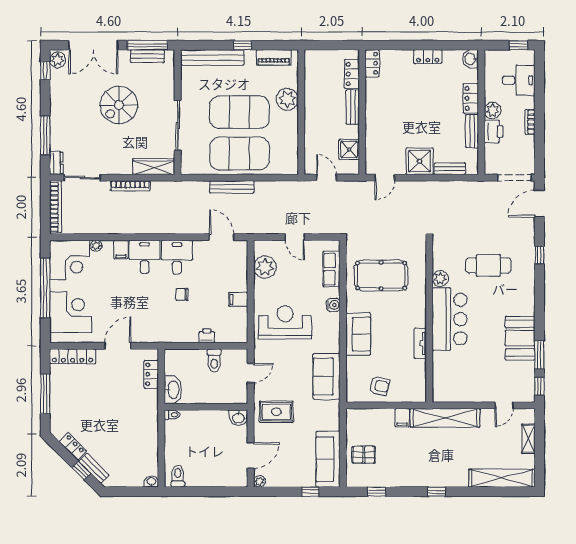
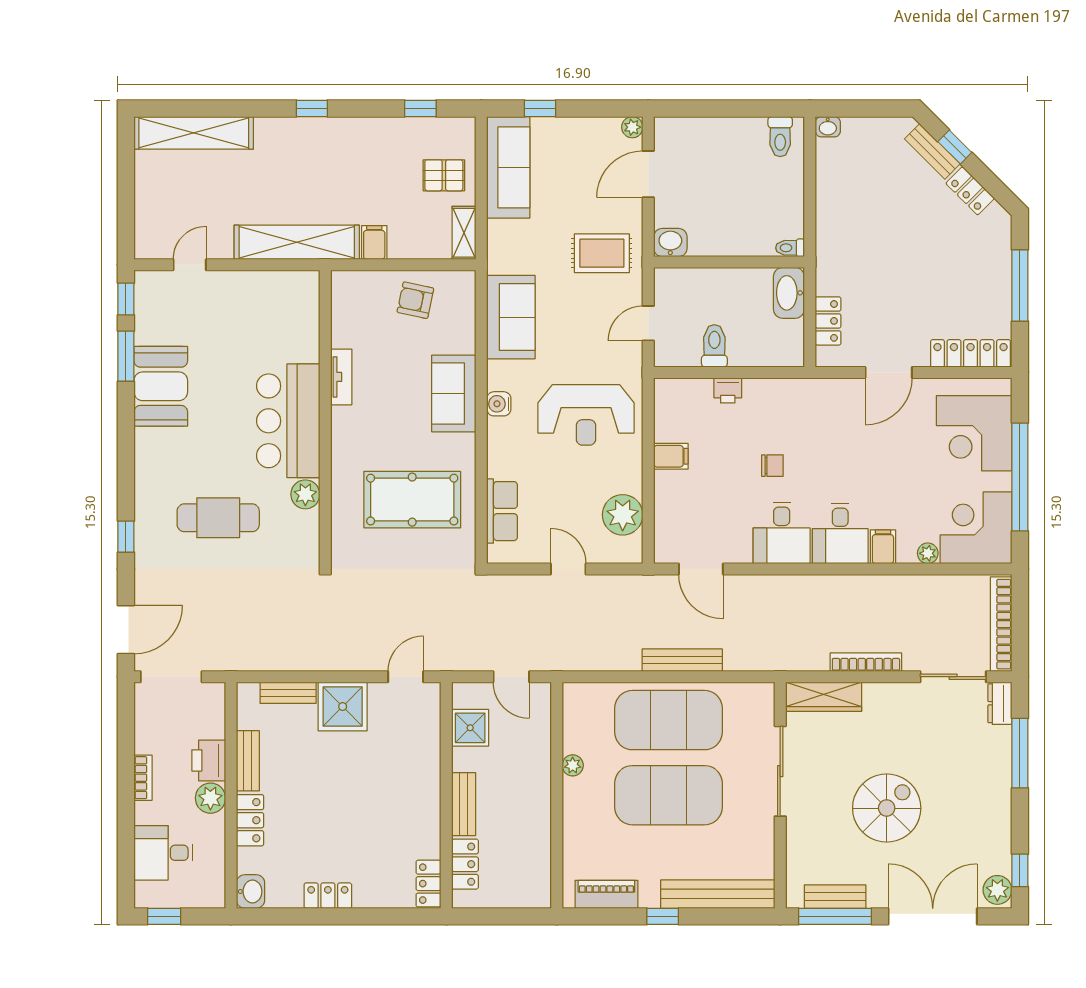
plant: (287, 99) -> (573, 765), moved, width x0.53, depth x0.53
water cooler: (333, 305) -> (499, 404), moved
shelving: (528, 439) -> (464, 233), moved

